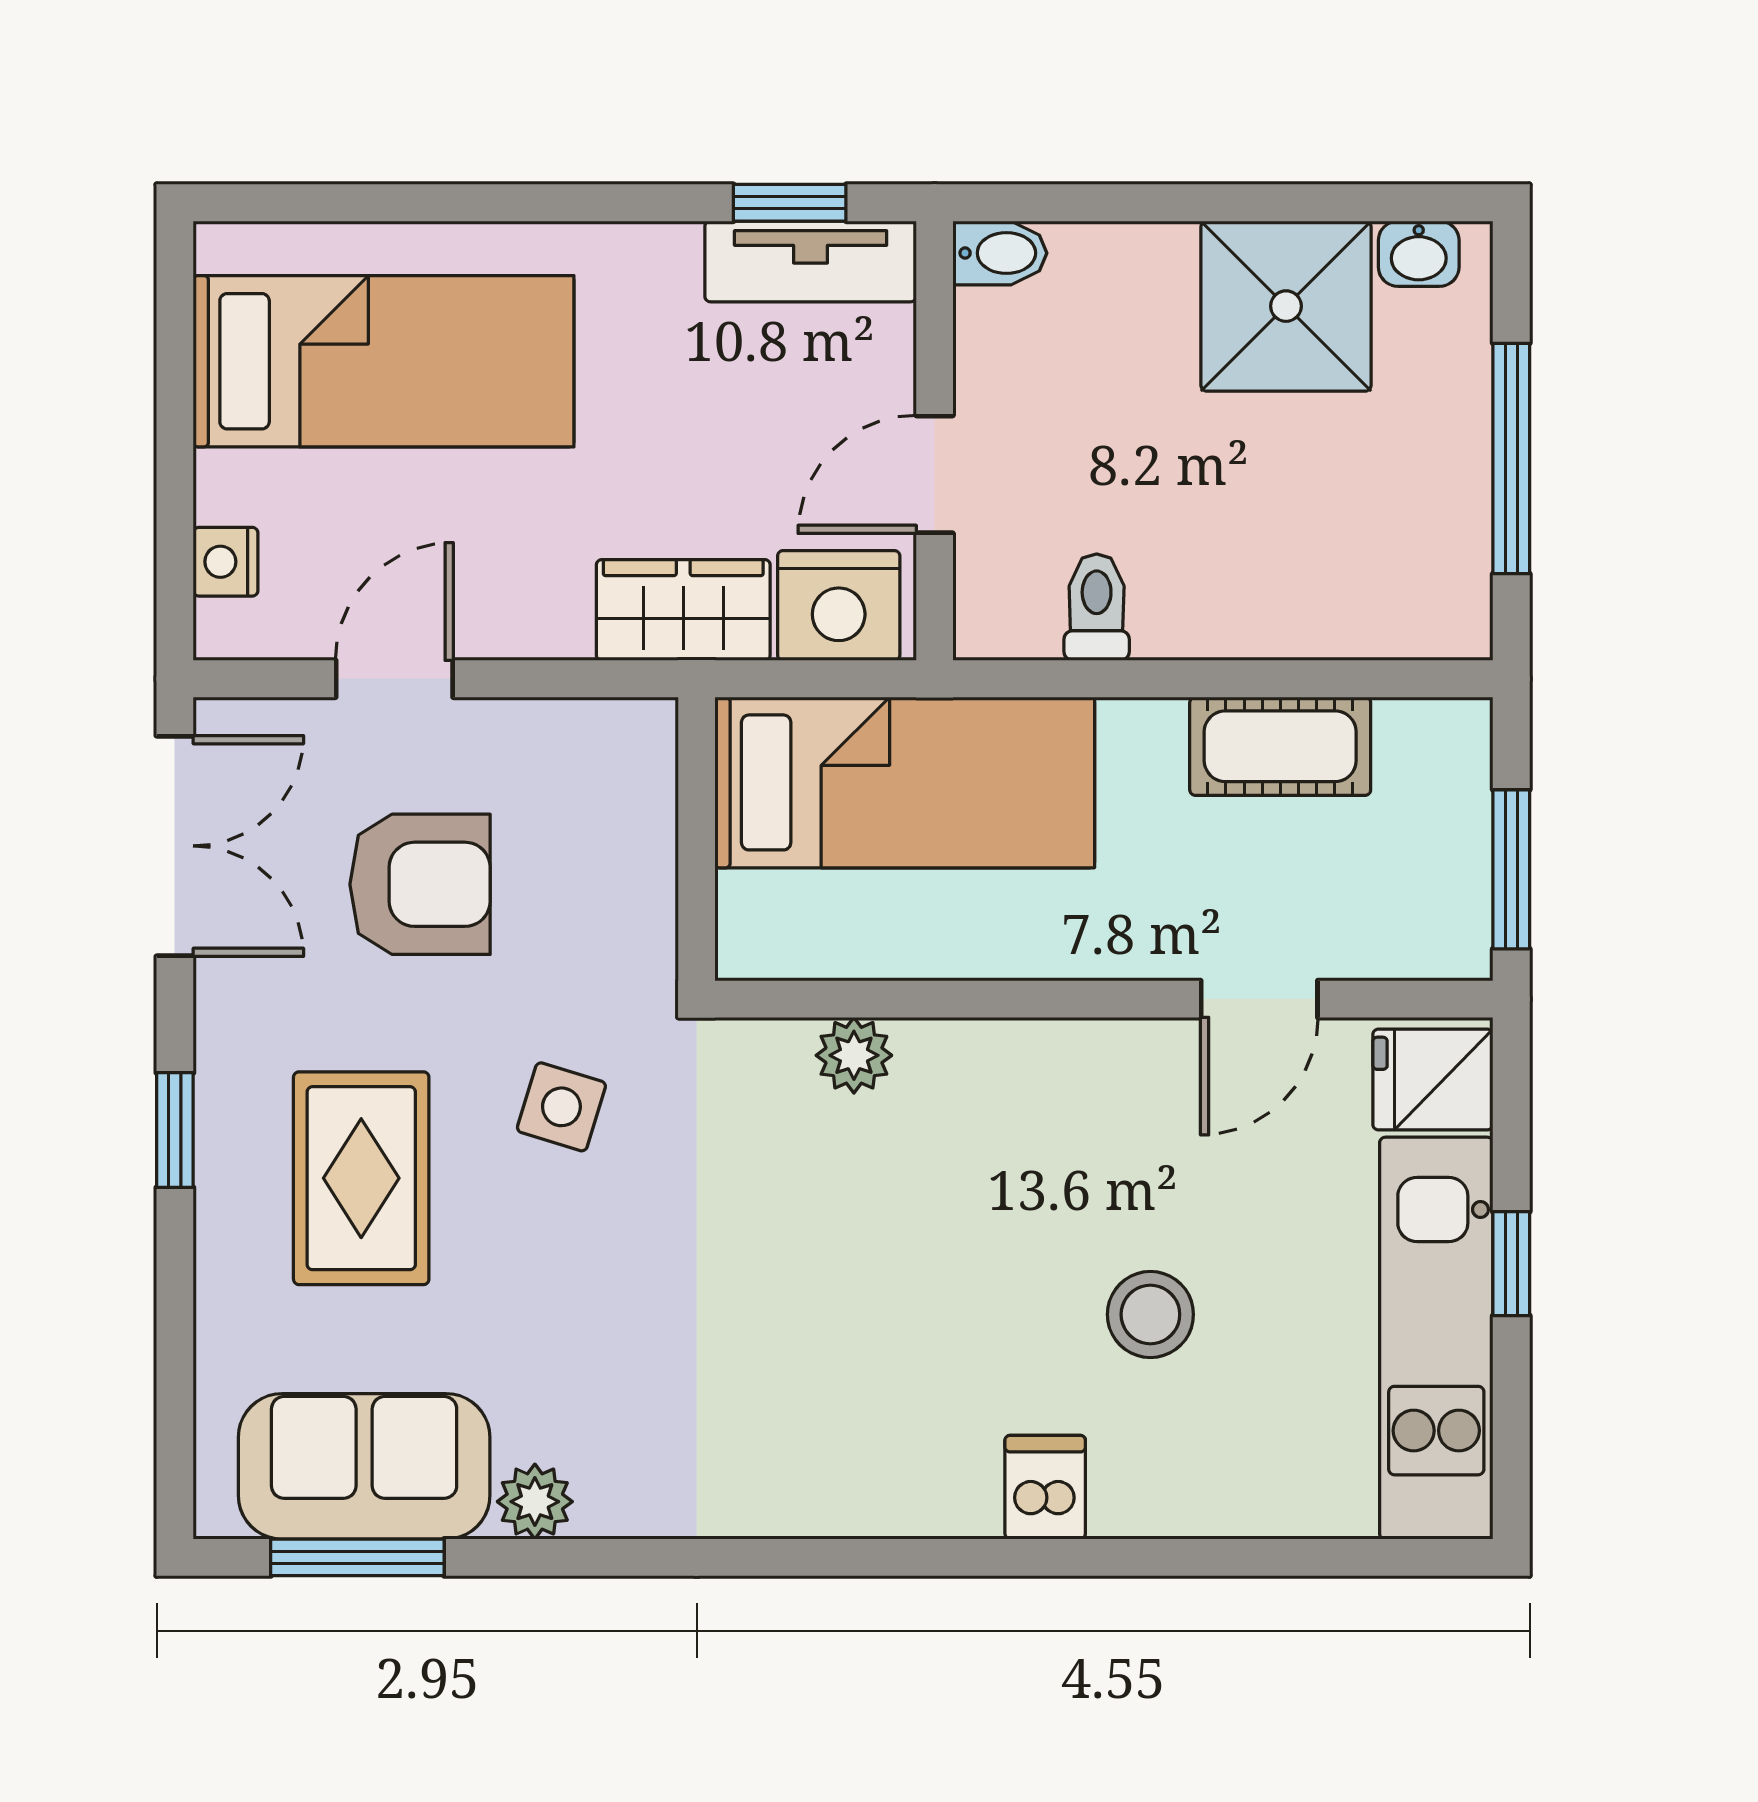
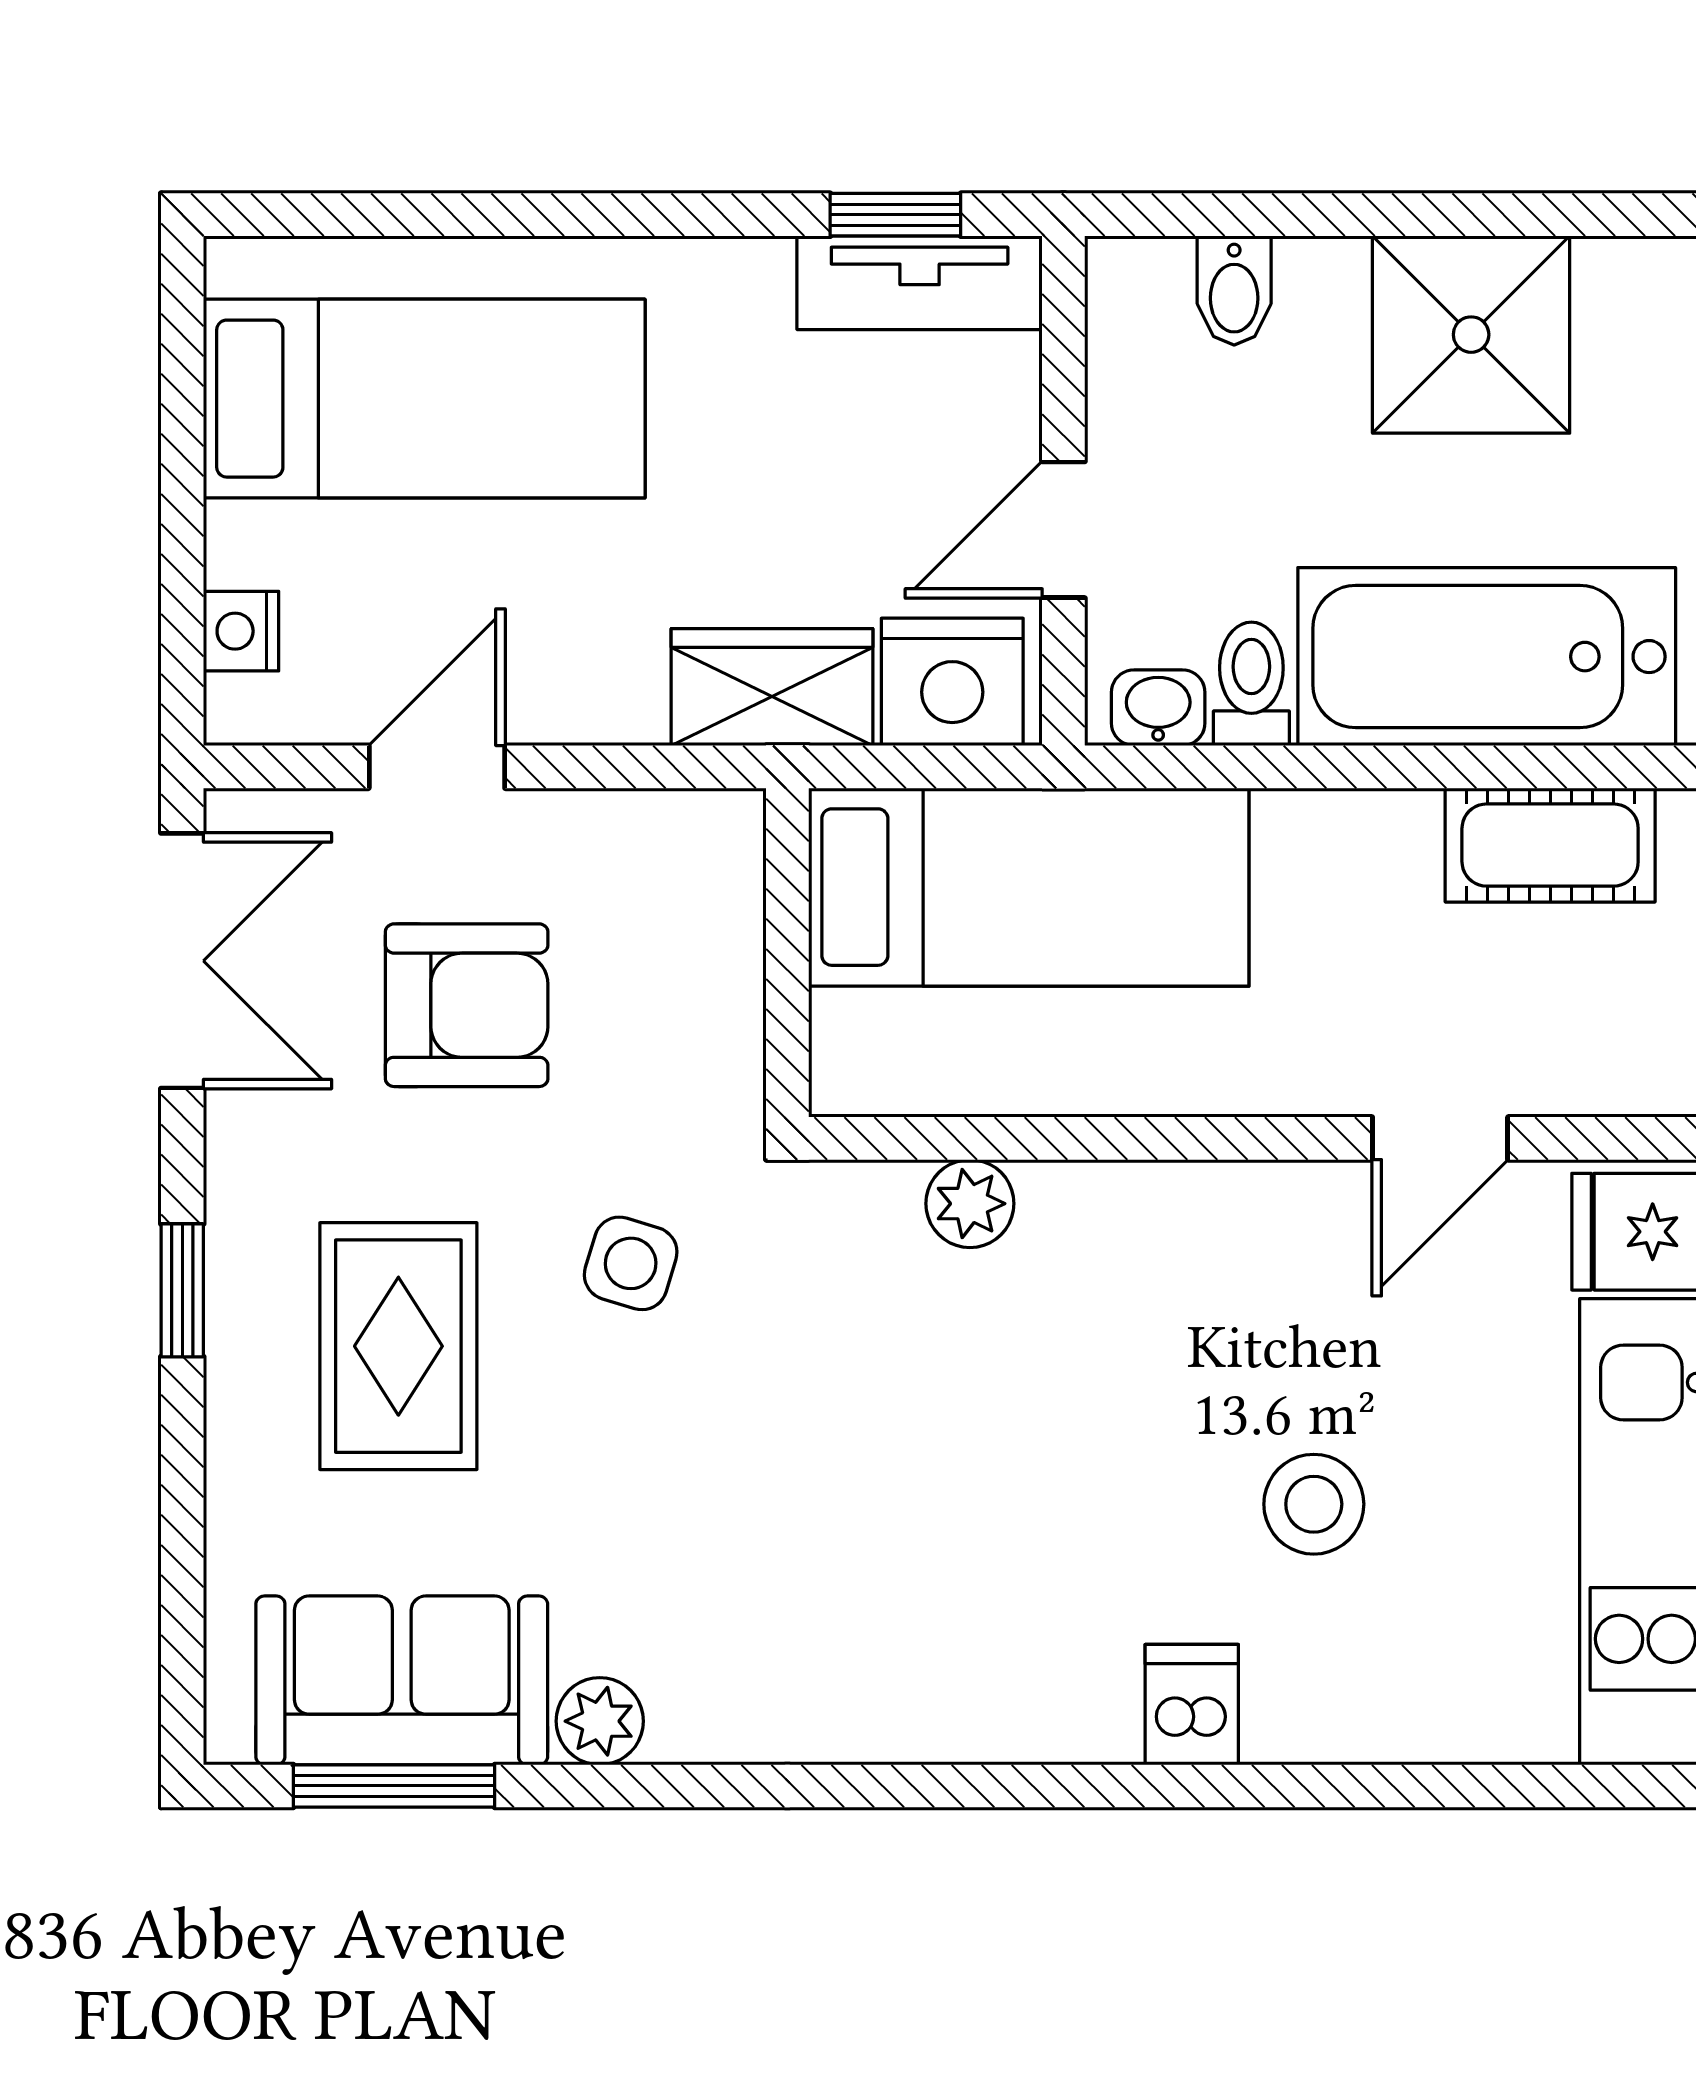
bidet: (1000, 253) -> (1234, 290), moved, turned 90
washbasin: (1419, 254) -> (1158, 708), moved, turned 180
bathtub: (1299, 584) -> (1487, 657), added
cot: (1280, 746) -> (1550, 845), moved

